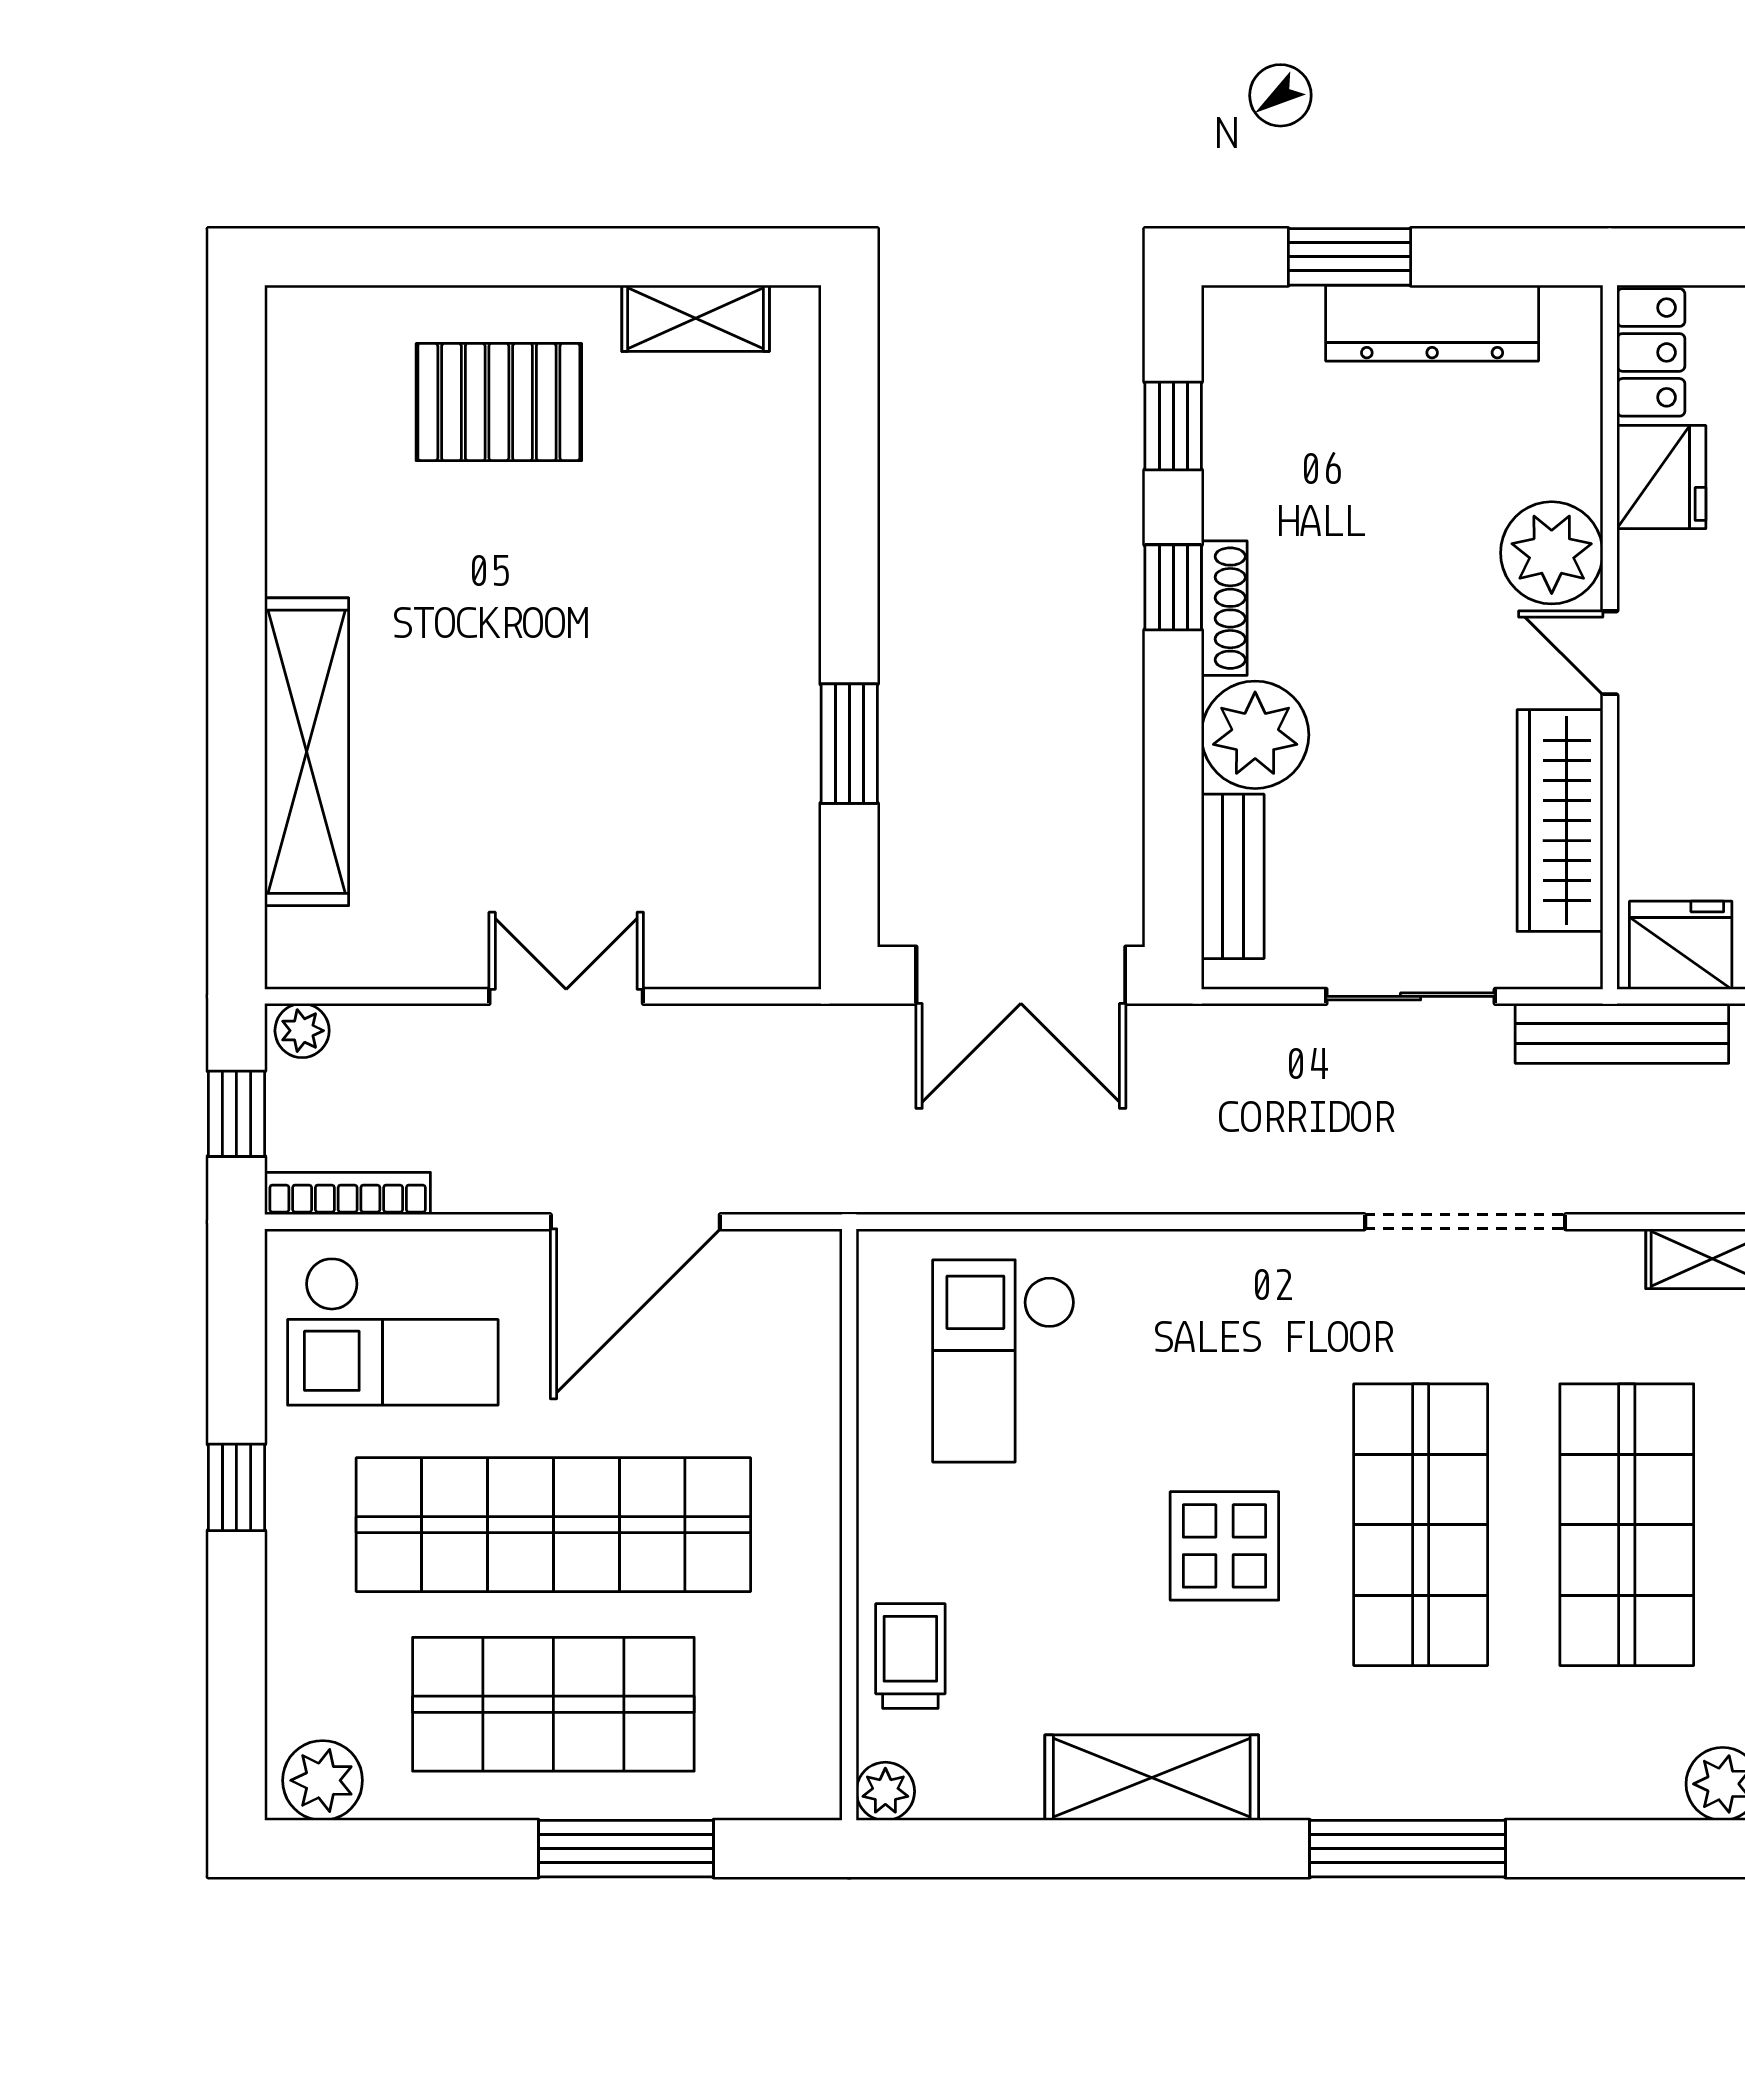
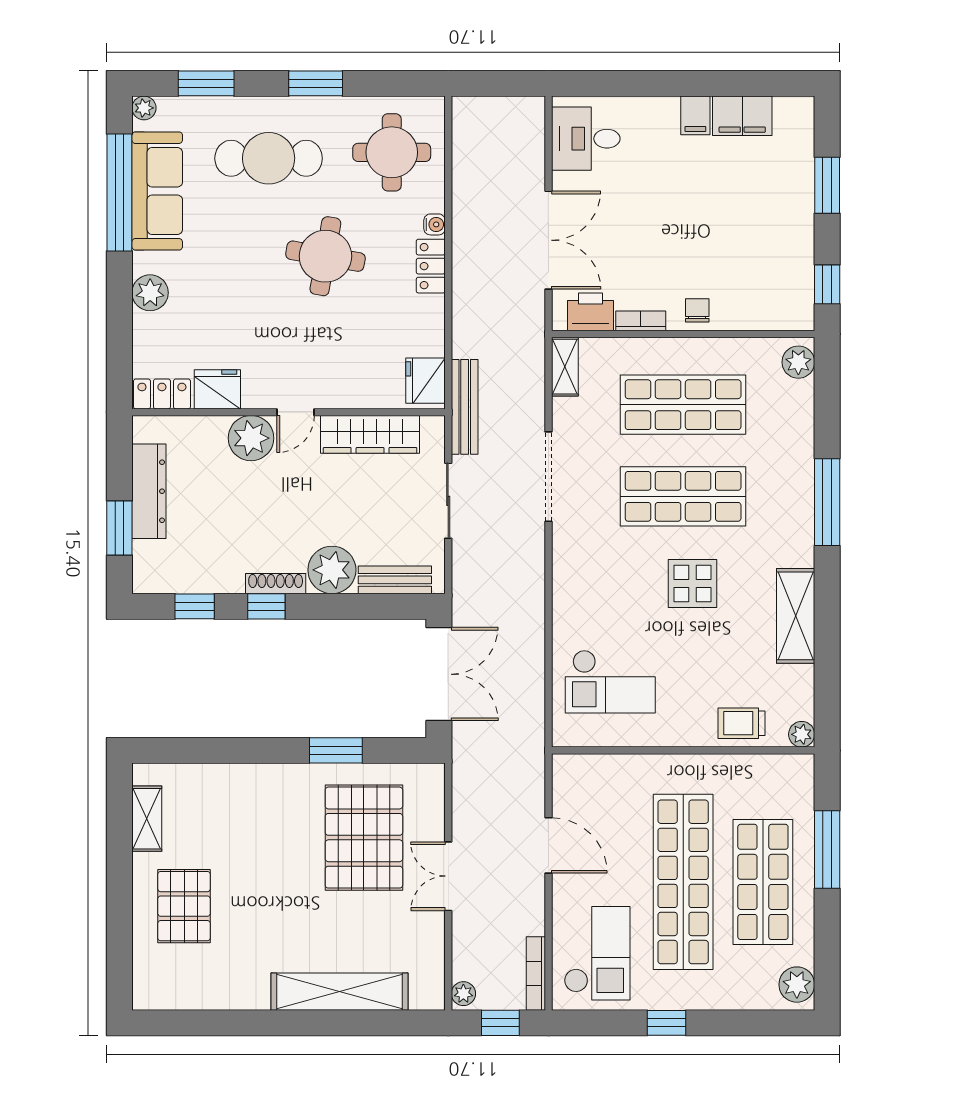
pallet: (653, 807) -> (364, 838), added
door: (635, 1222) -> (548, 845), width x0.73

